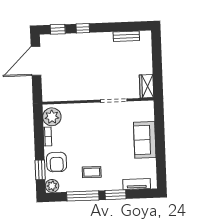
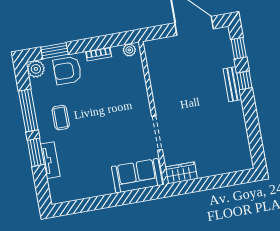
bench: (126, 36) -> (232, 84), moved
plant: (52, 117) -> (129, 50), width x0.53, depth x0.53
sofa: (145, 140) -> (137, 176), moved
tv unit: (137, 184) -> (50, 160), moved

